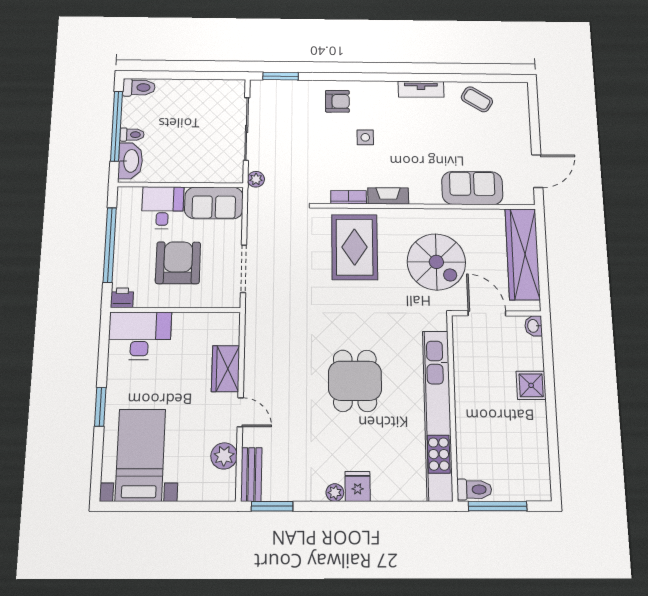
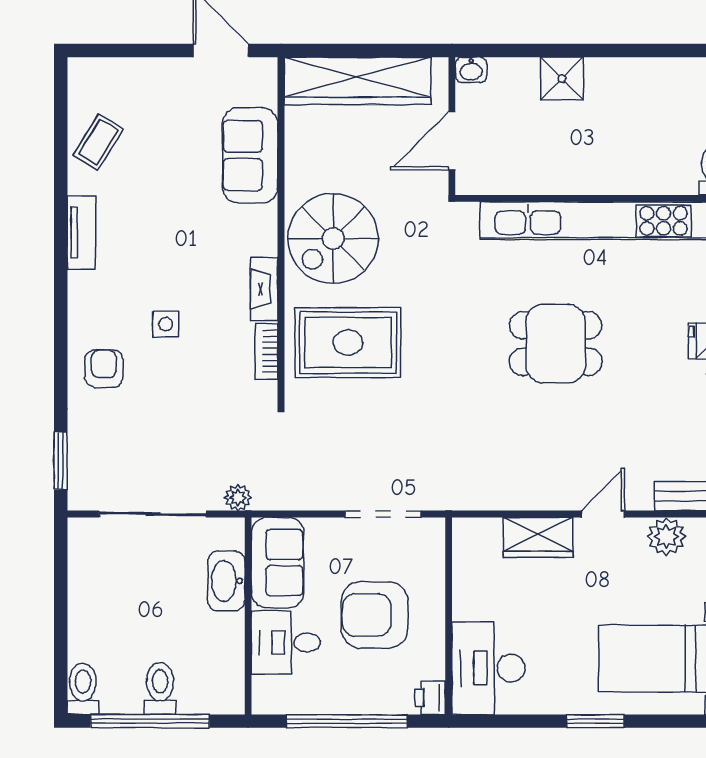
toilet: (132, 135) -> (160, 689), width x1.37, depth x1.39
washbasin: (130, 161) -> (226, 581), moved, turned -90
spiral stairs: (436, 262) -> (333, 238), moved, turned 180

